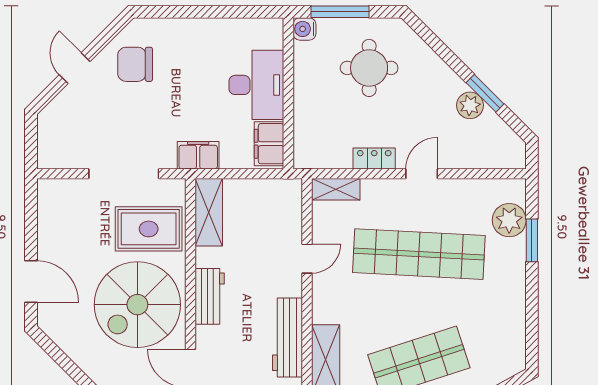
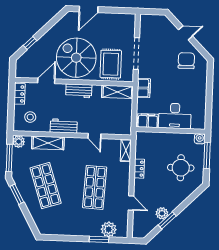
door: (422, 174) -> (131, 203), moved
shop shelf: (419, 254) -> (95, 187), width x0.71
workbench: (287, 337) -> (64, 126), width x0.73

